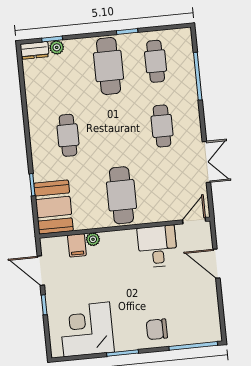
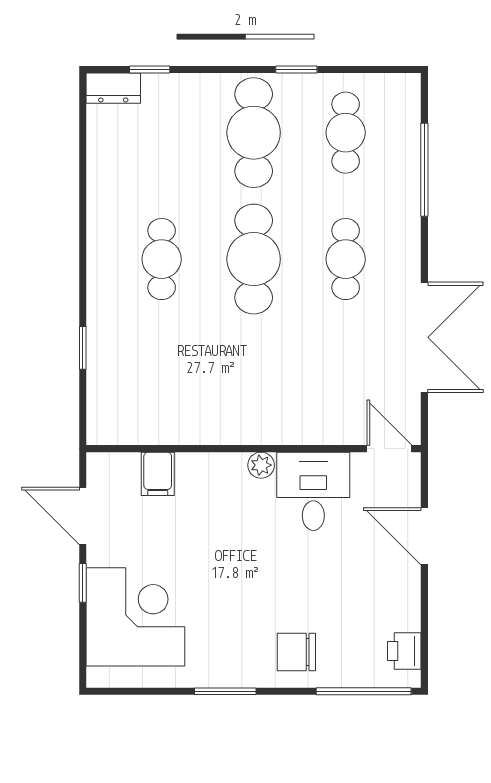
plant: (57, 47) -> (157, 87), removed
double door: (206, 162) -> (424, 337), width x1.37
cafe table: (121, 195) -> (254, 259), moved
booth: (54, 207) -> (120, 395), removed
door: (194, 221) -> (389, 449), hinge flipped
plant: (93, 239) -> (261, 465), moved
printer: (212, 323) -> (404, 651), added
corner desk: (87, 329) -> (135, 617), moved, turned 90

